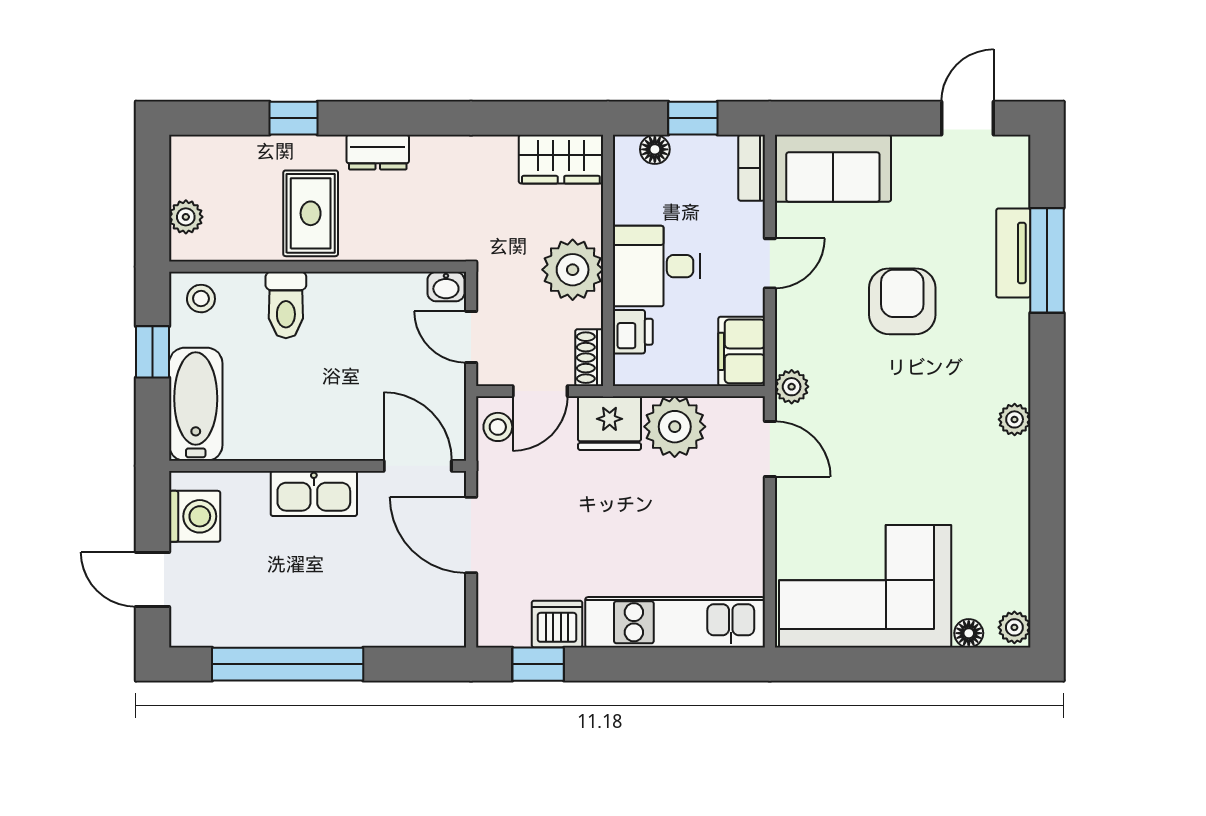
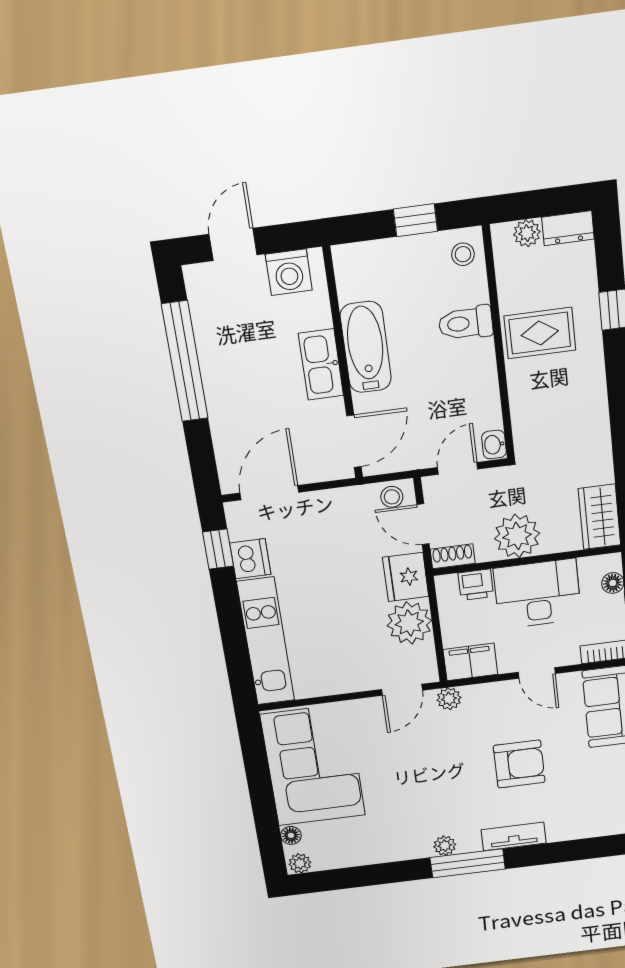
dresser: (378, 152) -> (568, 228), moved, turned -90
tv unit: (1013, 253) -> (514, 836), moved
window: (1047, 260) -> (468, 863), moved
desk: (657, 266) -> (537, 594), width x1.37
bathtub: (196, 404) -> (366, 347), moved, turned -90
door: (471, 535) -> (269, 493), moved

